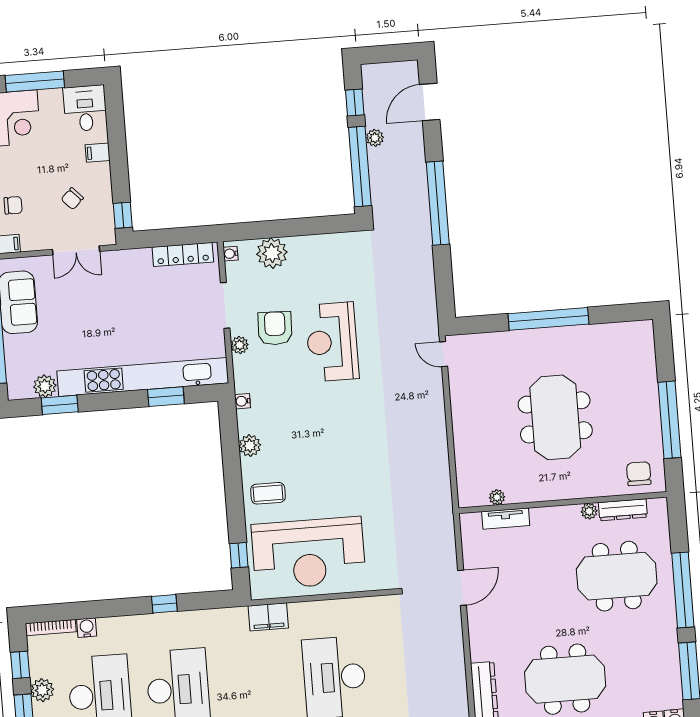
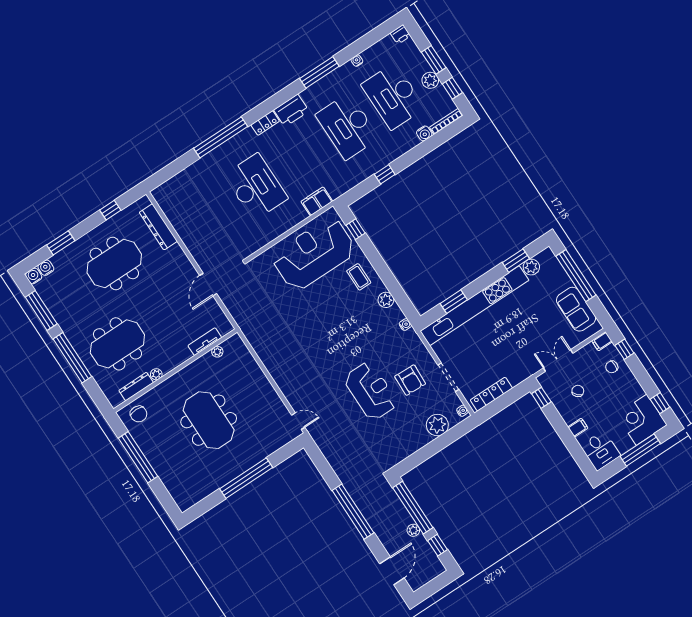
plant: (240, 345) -> (426, 358), removed
coffee table: (268, 493) -> (359, 277), turned 90

